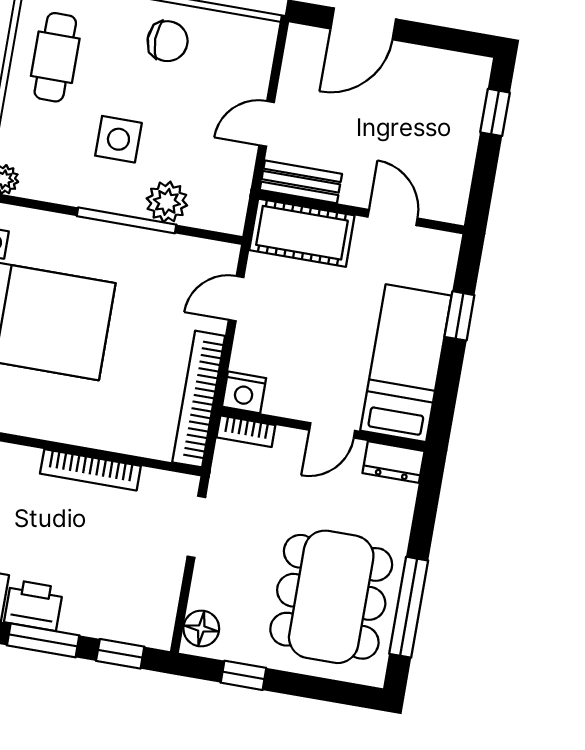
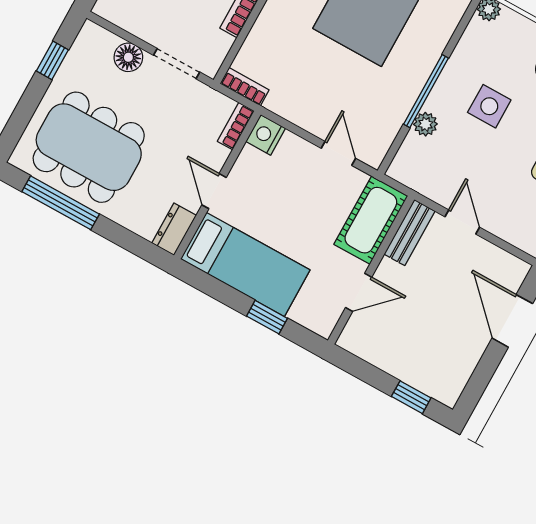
plant: (167, 202) -> (425, 124), width x0.73, depth x0.73
bookcase: (199, 399) -> (245, 87), width x0.43, depth x0.76
floor lamp: (201, 628) -> (128, 57), moved

